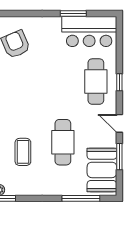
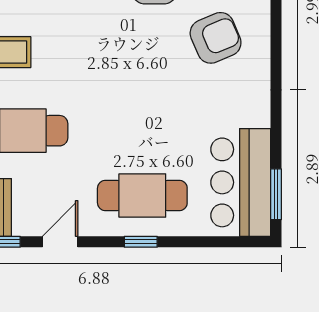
window: (73, 14) -> (276, 194), moved

